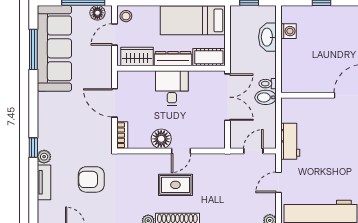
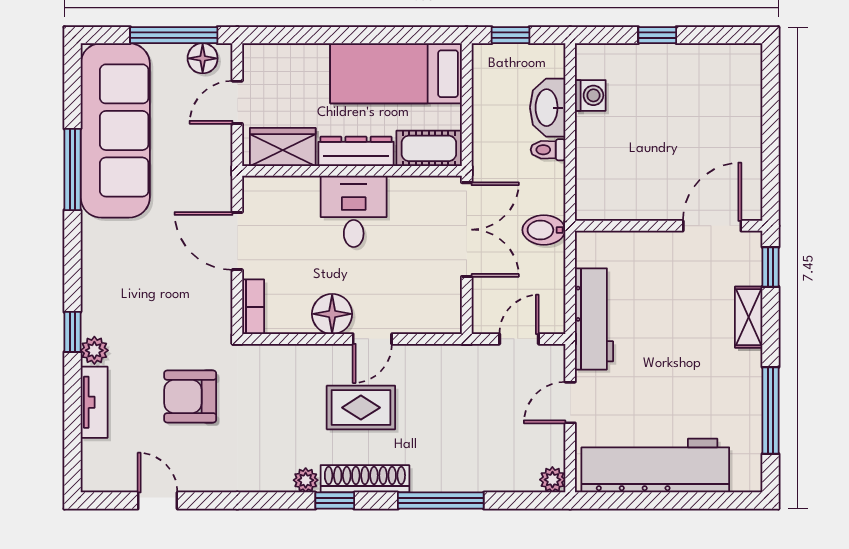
stool: (126, 16) -> (260, 65), removed
window: (33, 49) -> (72, 169), moved
toilet: (268, 84) -> (548, 150), moved
workbench: (290, 141) -> (594, 319), width x1.38

